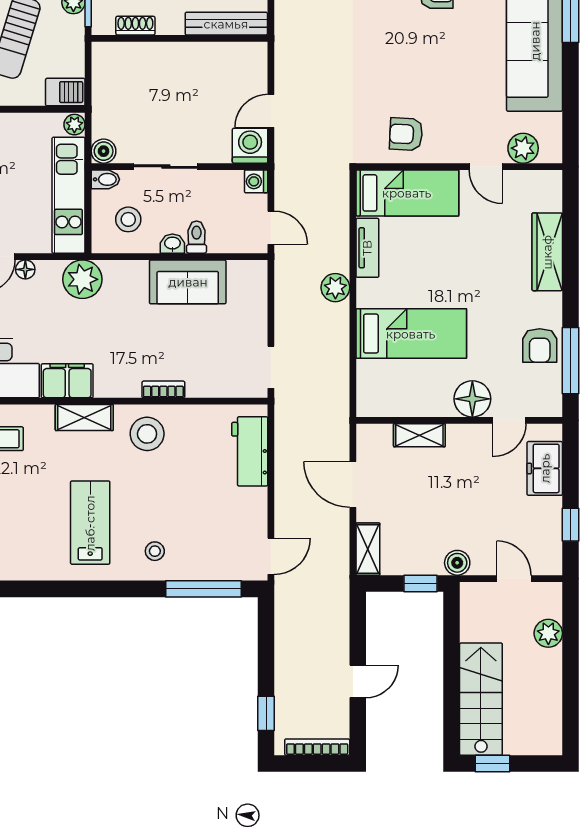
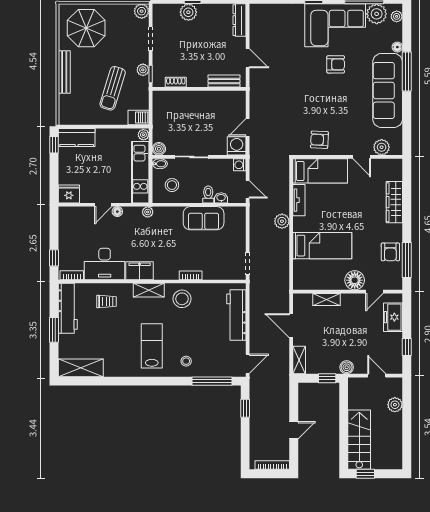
bench: (226, 24) -> (224, 81), width x0.73
washbasin: (172, 244) -> (221, 198), moved
plant: (82, 279) -> (148, 212), width x0.53, depth x0.53
workbench: (250, 451) -> (236, 315), width x1.38
window: (266, 713) -> (245, 408), moved

